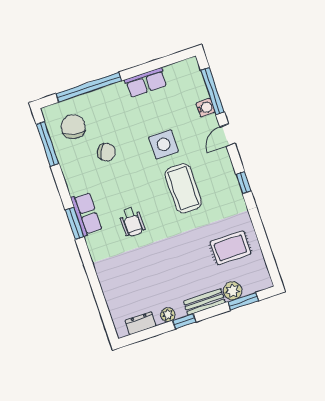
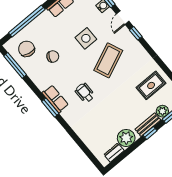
window: (243, 183) -> (136, 33), moved
coffee table: (183, 188) -> (108, 60), turned 67
wheelchair: (132, 222) -> (85, 93), turned 180
plant: (168, 315) -> (126, 138), width x1.88, depth x1.88
window: (184, 321) -> (150, 133), moved

